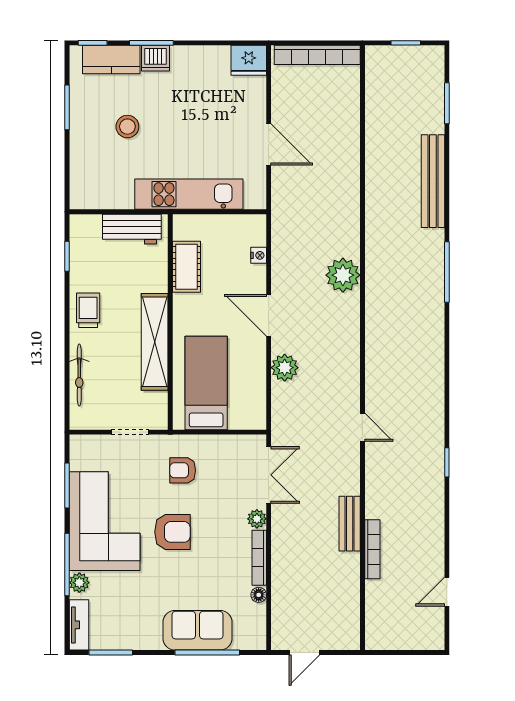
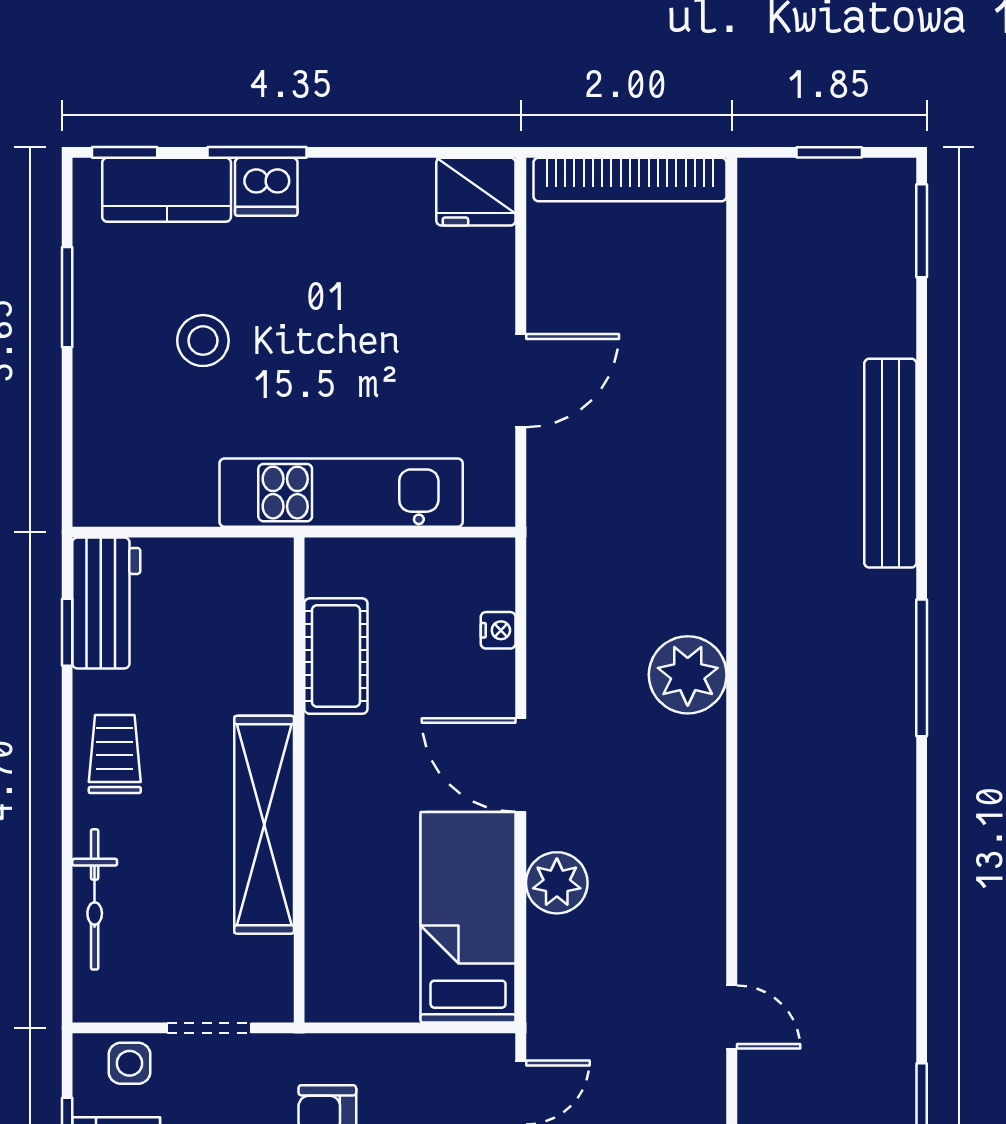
window: (447, 103) -> (922, 231), moved
door: (269, 144) -> (521, 381), hinge flipped
workbench: (132, 229) -> (106, 603), moved, turned -90
bed: (206, 383) -> (468, 917), moved
side table: (95, 448) -> (129, 1063), added

